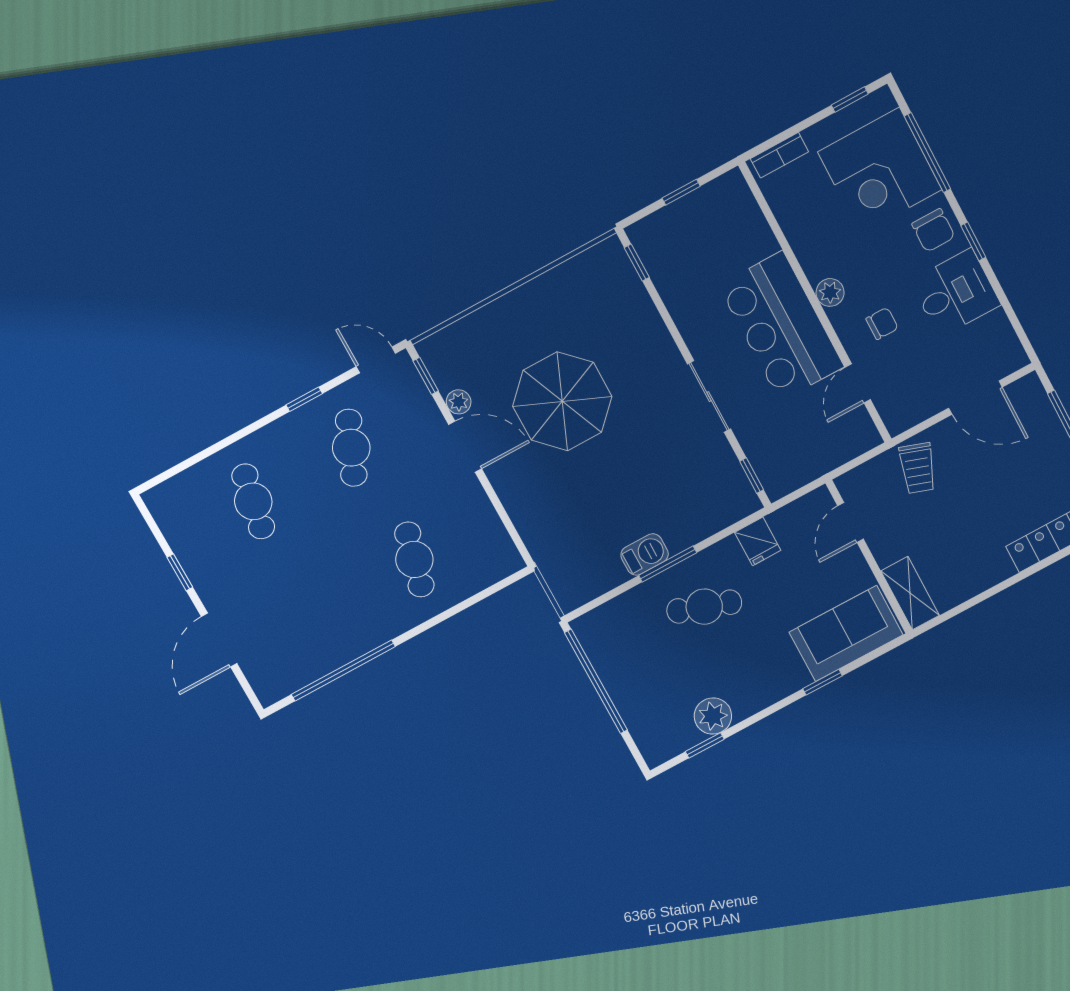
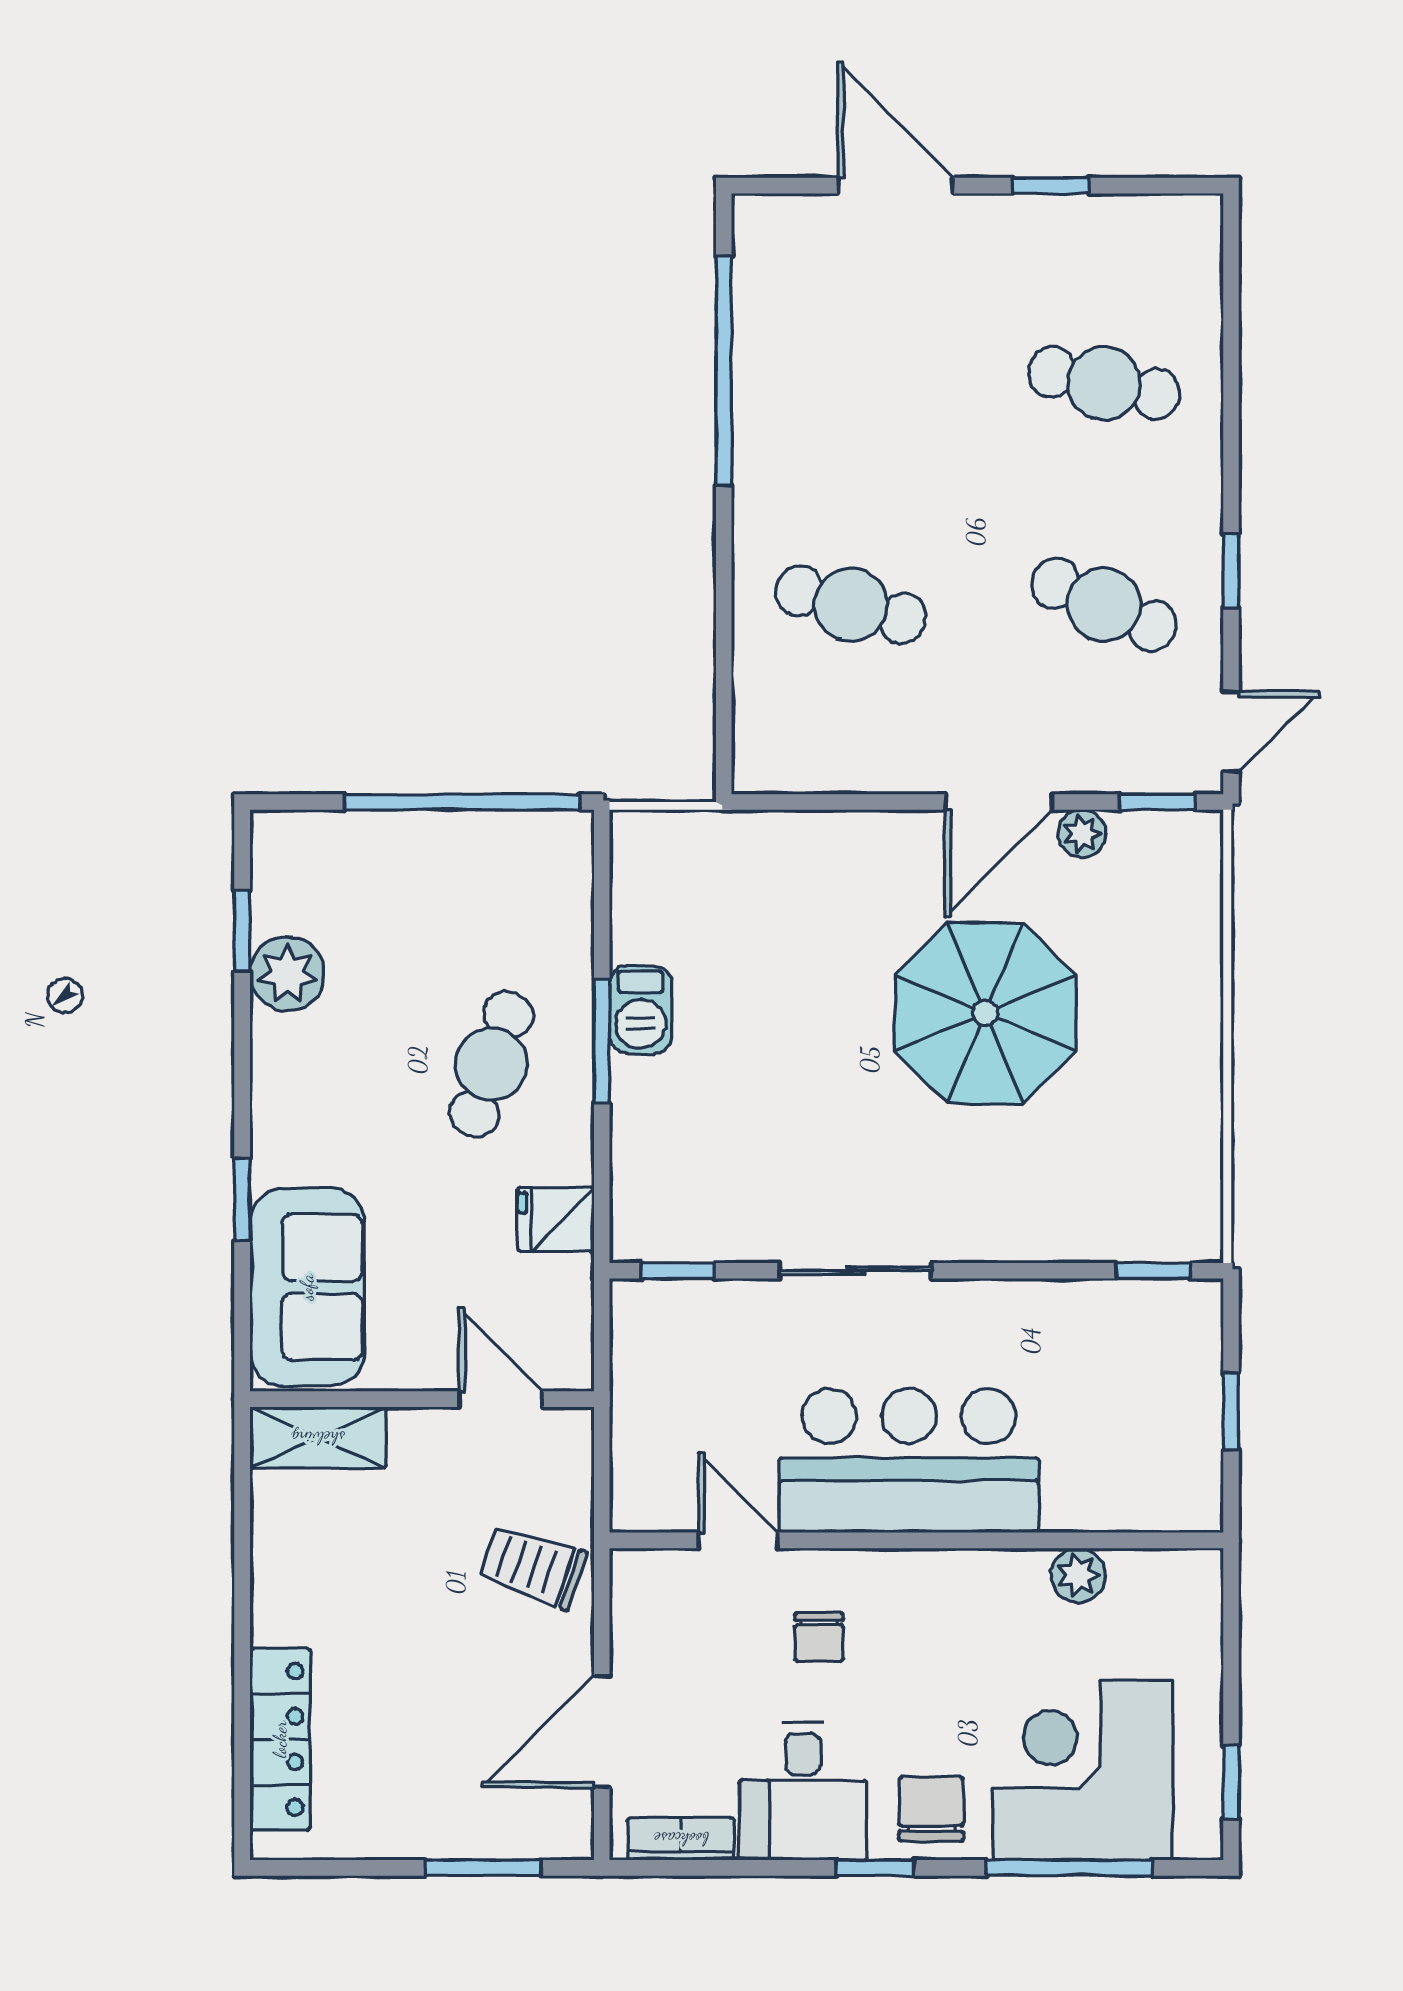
bookcase: (779, 155) -> (681, 1839), moved, turned 90
chair: (933, 230) -> (931, 1809), turned 90
plant: (830, 292) -> (1078, 1575), moved

